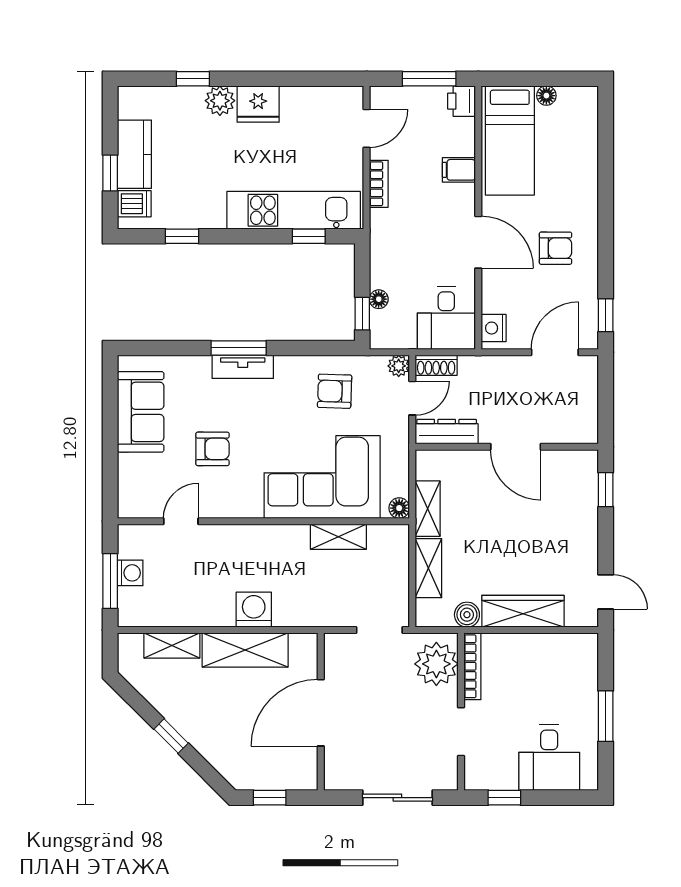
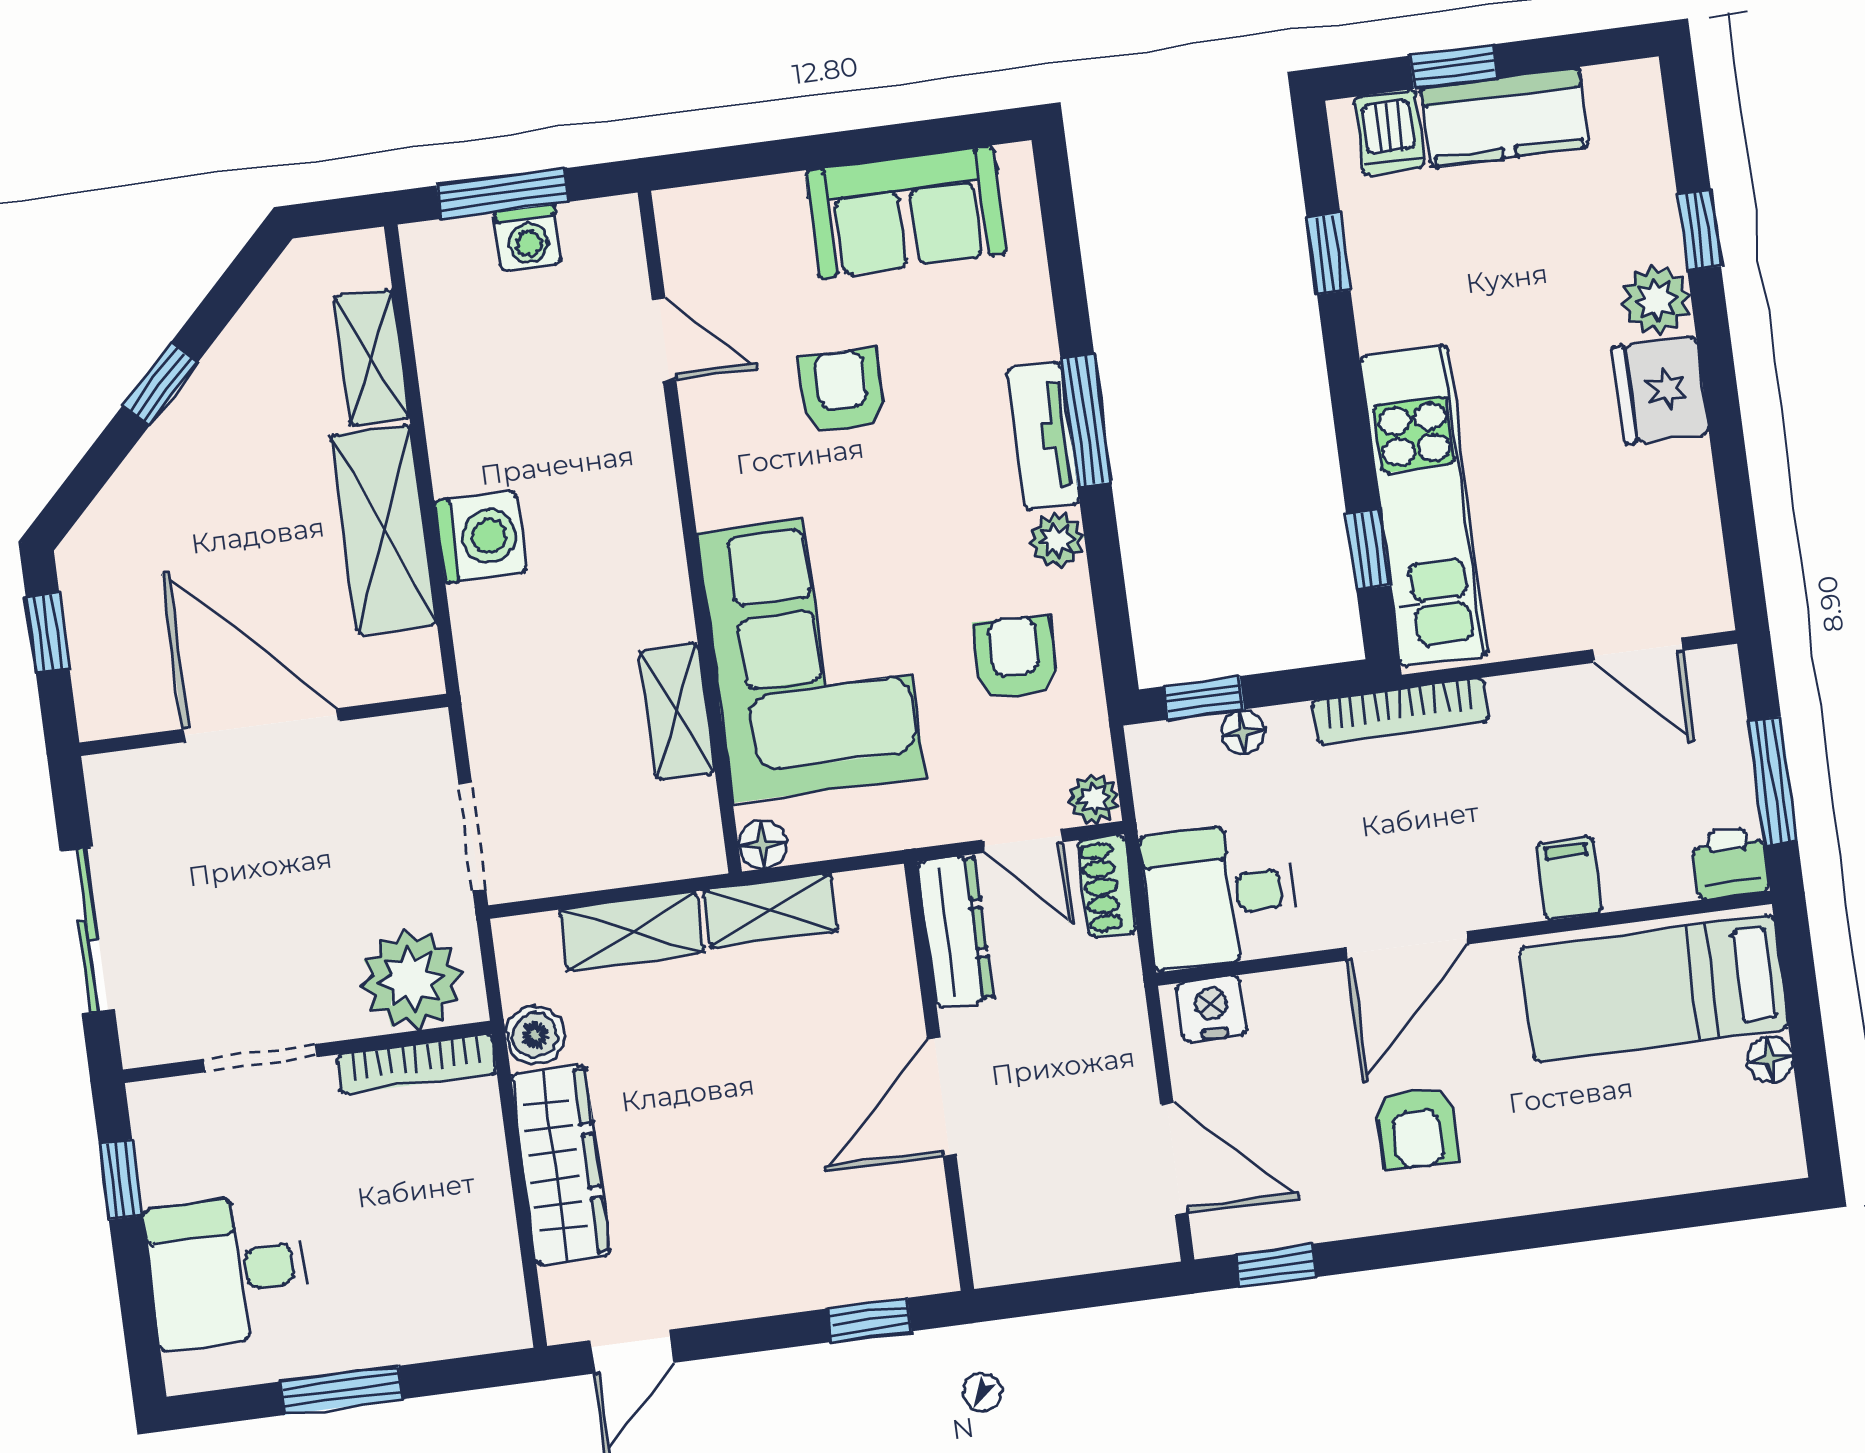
bookcase: (379, 184) -> (1400, 711), moved, width x1.56
plant: (287, 367) -> (1057, 540), added
armchair: (212, 449) -> (843, 391), turned 180

